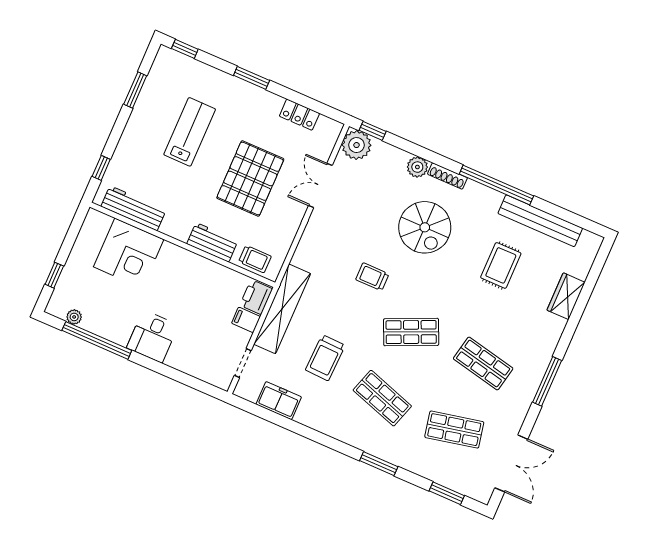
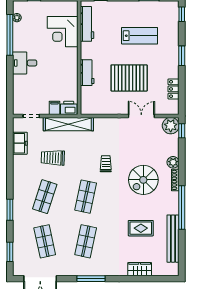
trolley: (255, 259) -> (88, 99), removed
shop shelf: (411, 332) -> (86, 197), turned 36

